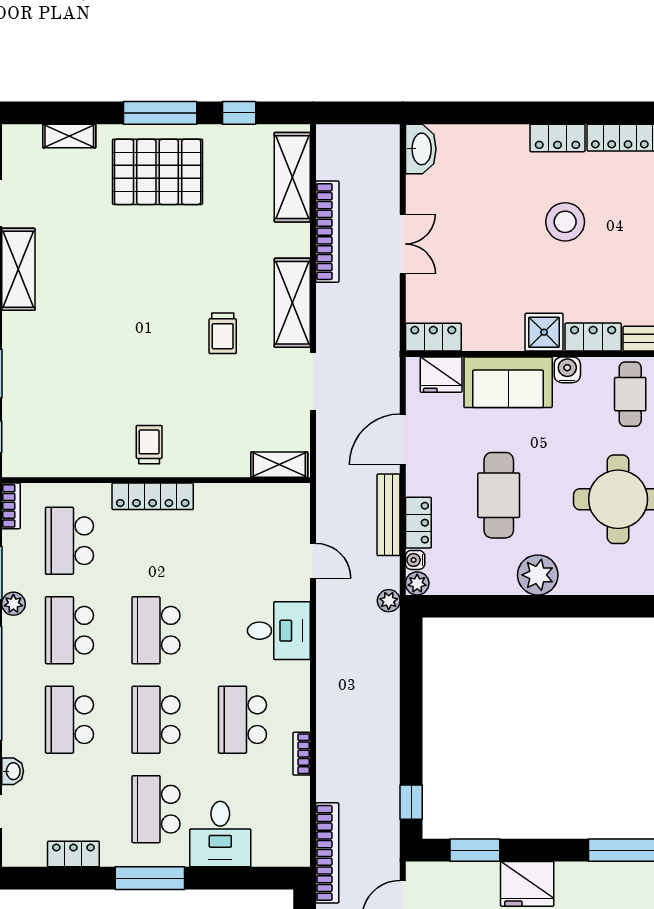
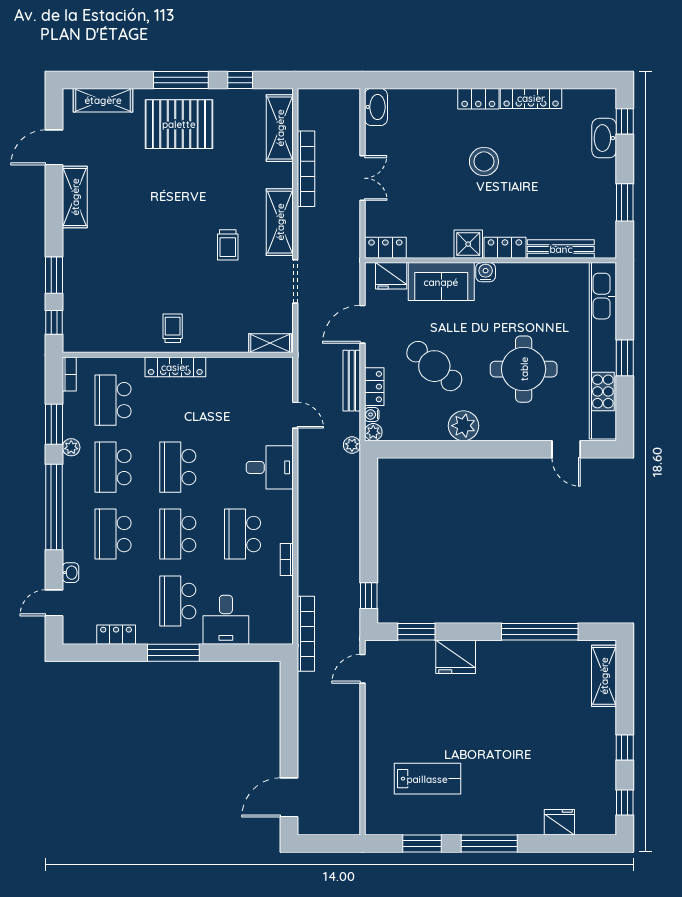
shelving: (69, 136) -> (103, 100), width x1.50, depth x1.33
cafe table: (630, 394) -> (533, 290), removed
cafe table: (499, 495) -> (434, 366), turned -50

